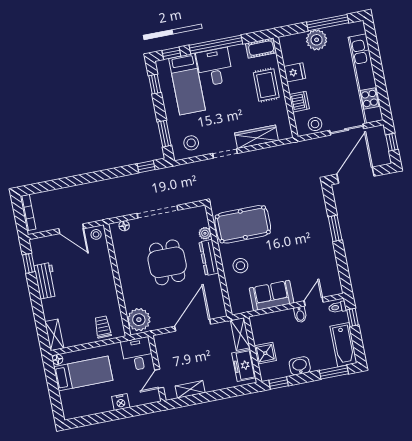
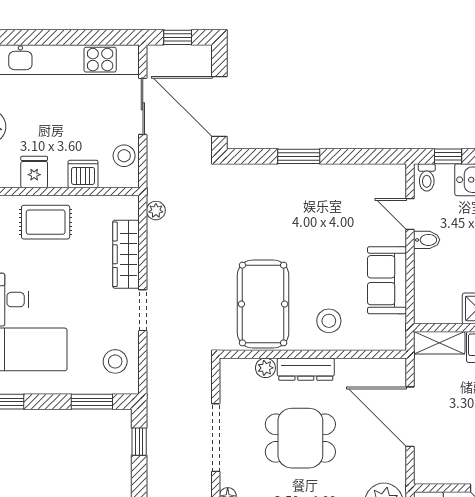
plant: (286, 149) -> (156, 211), added

